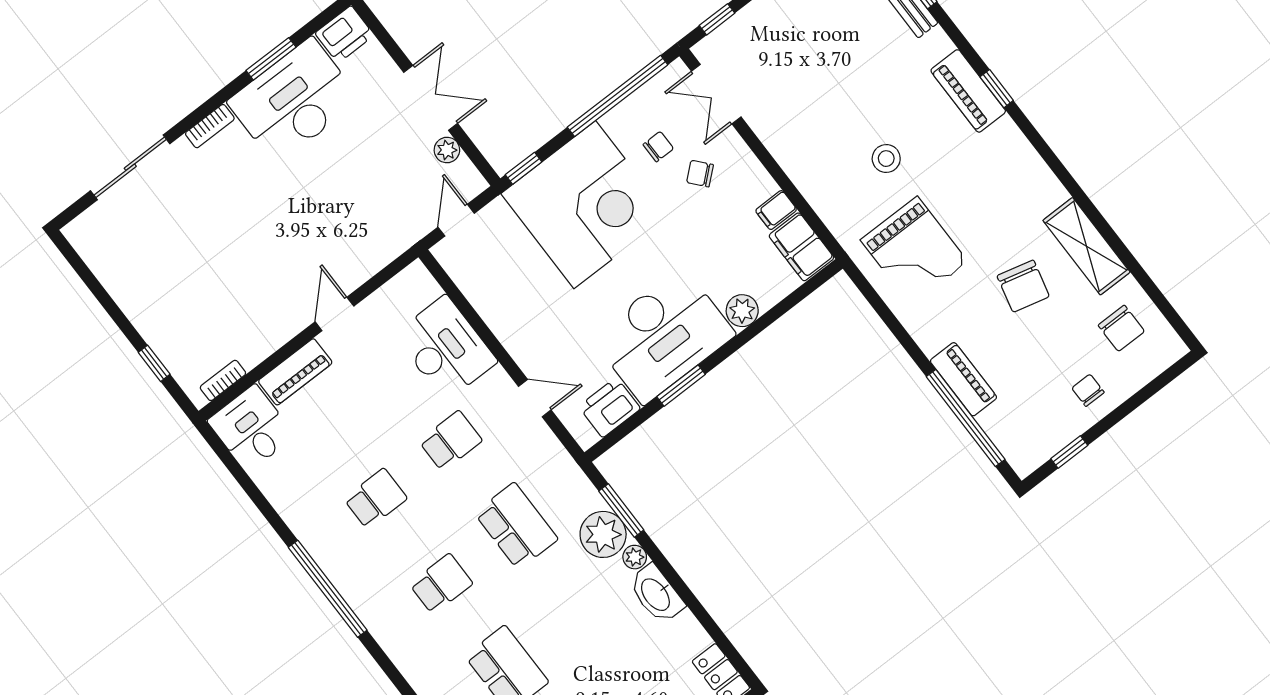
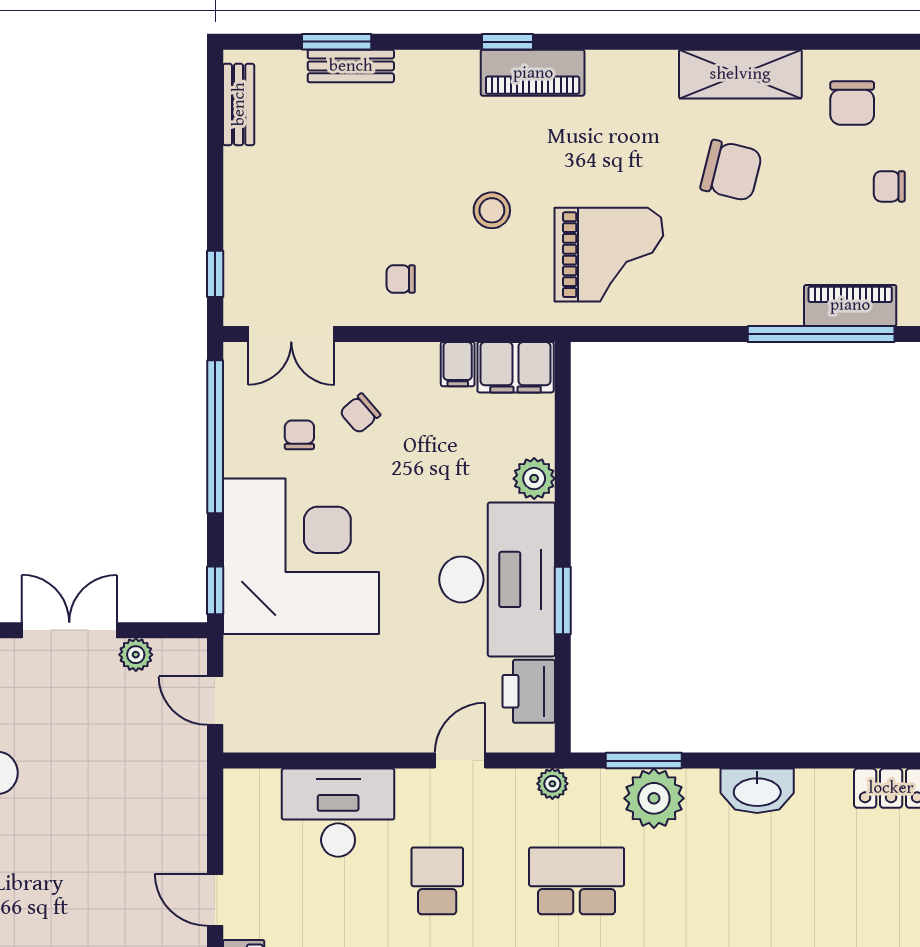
piano: (968, 91) -> (533, 73), moved
chair: (801, 135) -> (401, 279), added
chair: (1121, 328) -> (852, 103), turned 90
piano: (963, 379) -> (850, 305), moved
plant: (635, 557) -> (552, 784), moved

